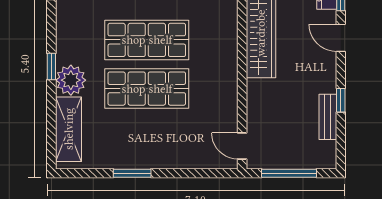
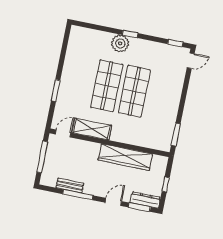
window: (341, 100) -> (78, 195), width x2.17
shelving: (69, 129) -> (92, 129), moved
window: (132, 173) -> (56, 90), moved

